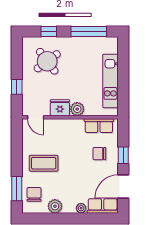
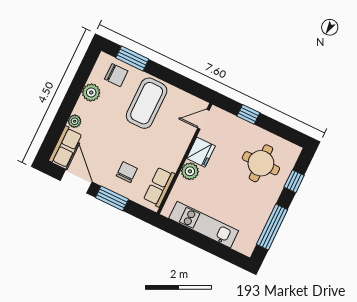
round table: (47, 61) -> (261, 163), turned 37
window: (123, 155) -> (112, 198), width x1.50
coffee table: (44, 163) -> (147, 103), width x1.36, depth x1.32

